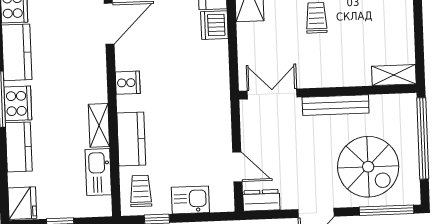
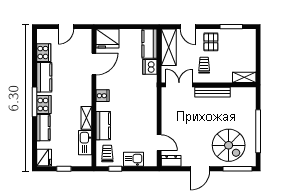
shelving: (394, 75) -> (244, 77), moved
wall: (328, 92) -> (209, 85), moved
double door: (272, 94) -> (179, 85), moved
bench: (336, 105) -> (213, 92), moved

